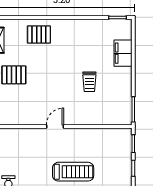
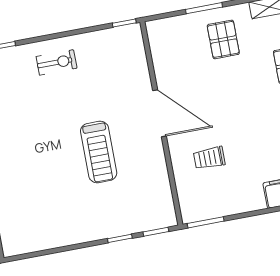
trolley: (89, 82) -> (209, 158), moved
door: (55, 126) -> (159, 113), width x1.88

